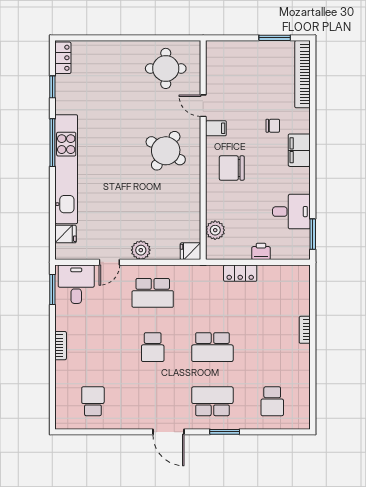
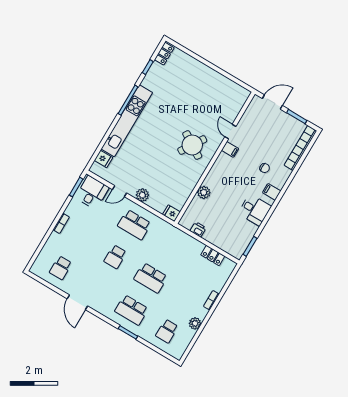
door: (234, 38) -> (272, 102), added
round table: (166, 68) -> (221, 96), removed
filing cabinet: (299, 150) -> (272, 192), width x0.50
chair: (232, 168) -> (225, 179), removed
desk: (291, 212) -> (255, 210), moved
plant: (215, 230) -> (204, 192), moved
printer: (261, 251) -> (198, 229), moved
locker: (240, 273) -> (213, 256), moved
plant: (301, 371) -> (195, 323), added
school desk: (93, 401) -> (61, 268), turned 180
school desk: (212, 401) -> (131, 310), turned 180
door: (168, 432) -> (77, 302), moved

